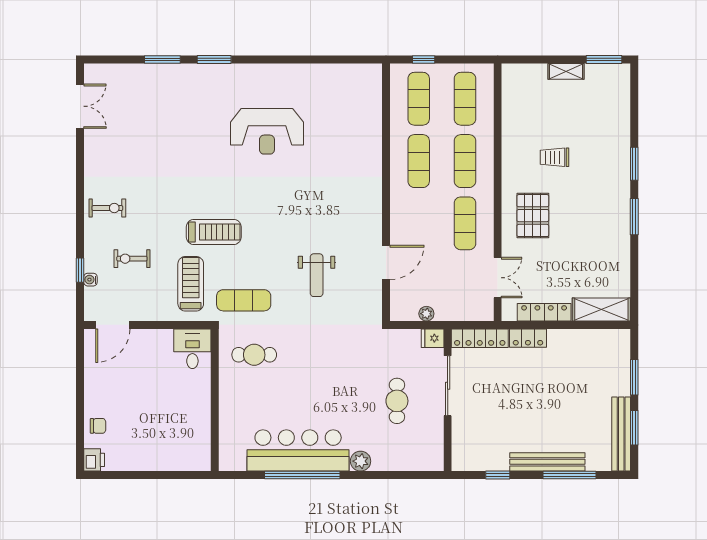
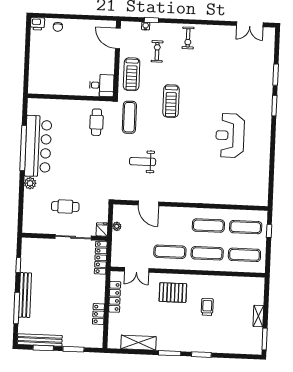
treadmill: (191, 284) -> (132, 74), moved, turned 90
shelving: (601, 309) -> (138, 343), moved, turned 90
locker: (528, 338) -> (98, 314), moved

